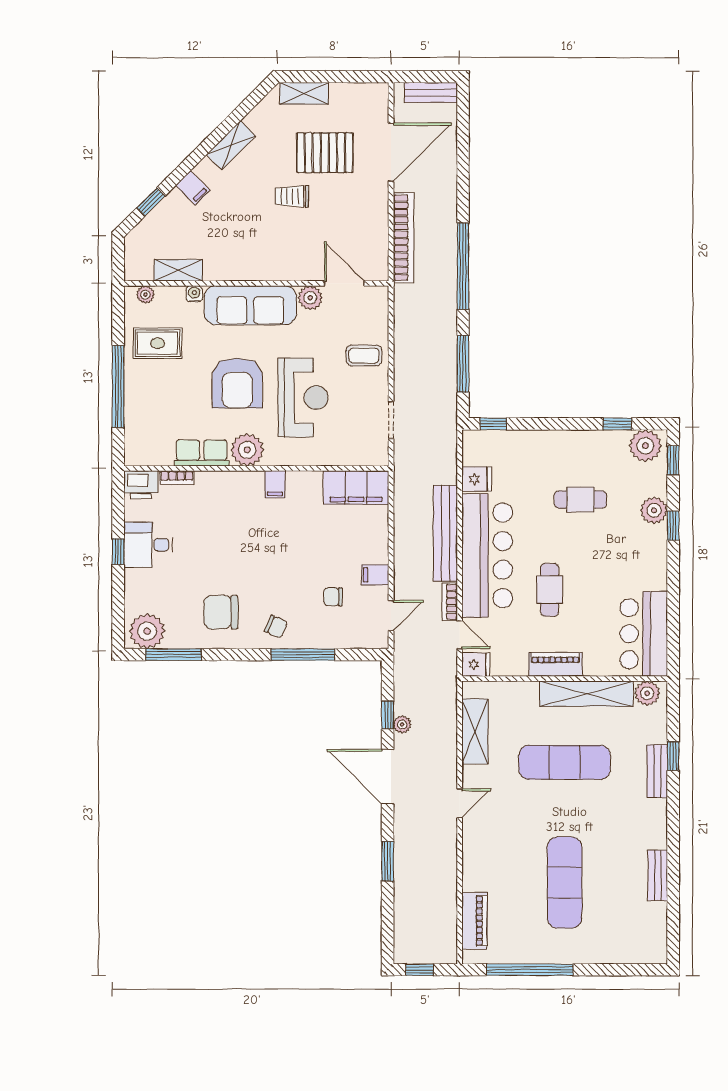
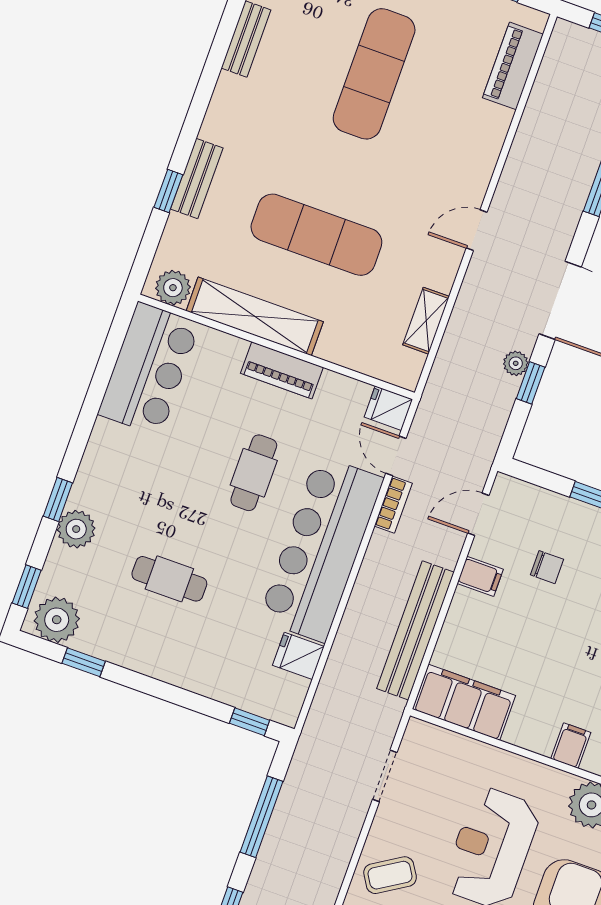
coffee table: (364, 356) -> (390, 875), turned -32
bench: (445, 533) -> (415, 630), moved
shelving: (475, 731) -> (426, 321), width x0.67, depth x0.75

